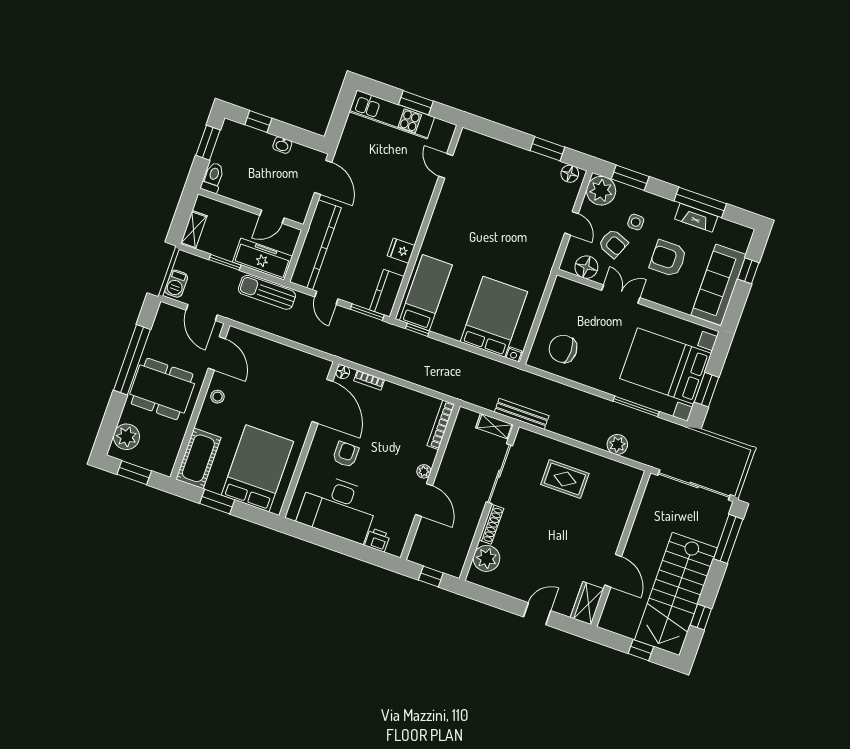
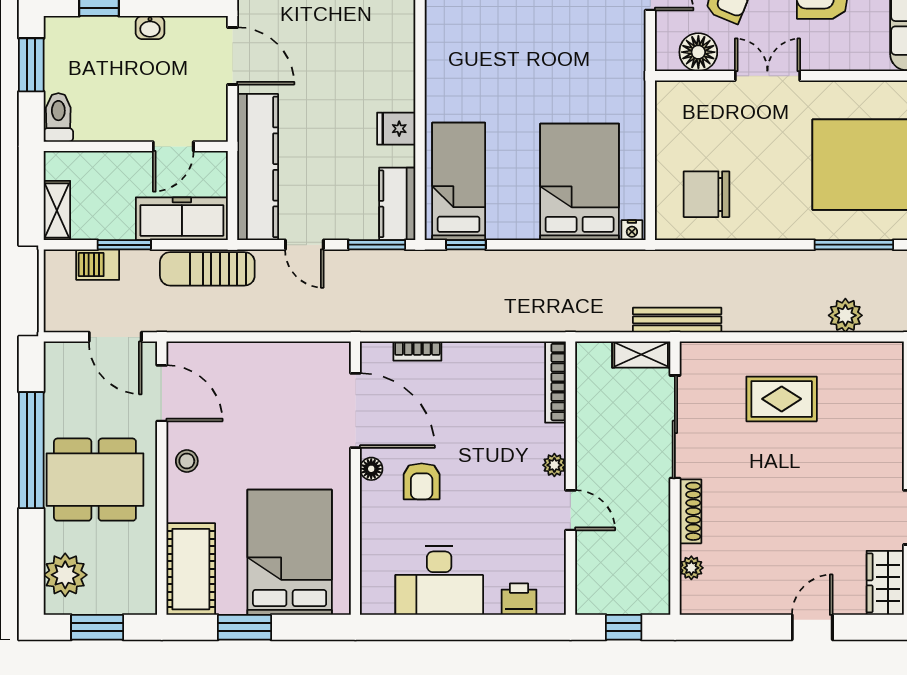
barbecue: (176, 284) -> (98, 265), moved, turned 90
floor lamp: (343, 372) -> (371, 469), moved
armchair: (346, 454) -> (422, 481), turned 180
door: (424, 500) -> (570, 510), width x0.73
desk: (338, 508) -> (439, 580), width x0.73, depth x0.77
plant: (487, 558) -> (691, 568), width x0.53, depth x0.53

